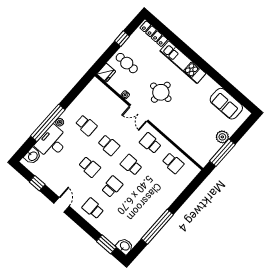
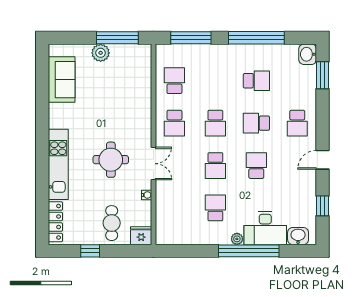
school desk: (109, 145) -> (215, 166), turned 180
window: (188, 192) -> (191, 38), added
school desk: (135, 207) -> (256, 81), added

